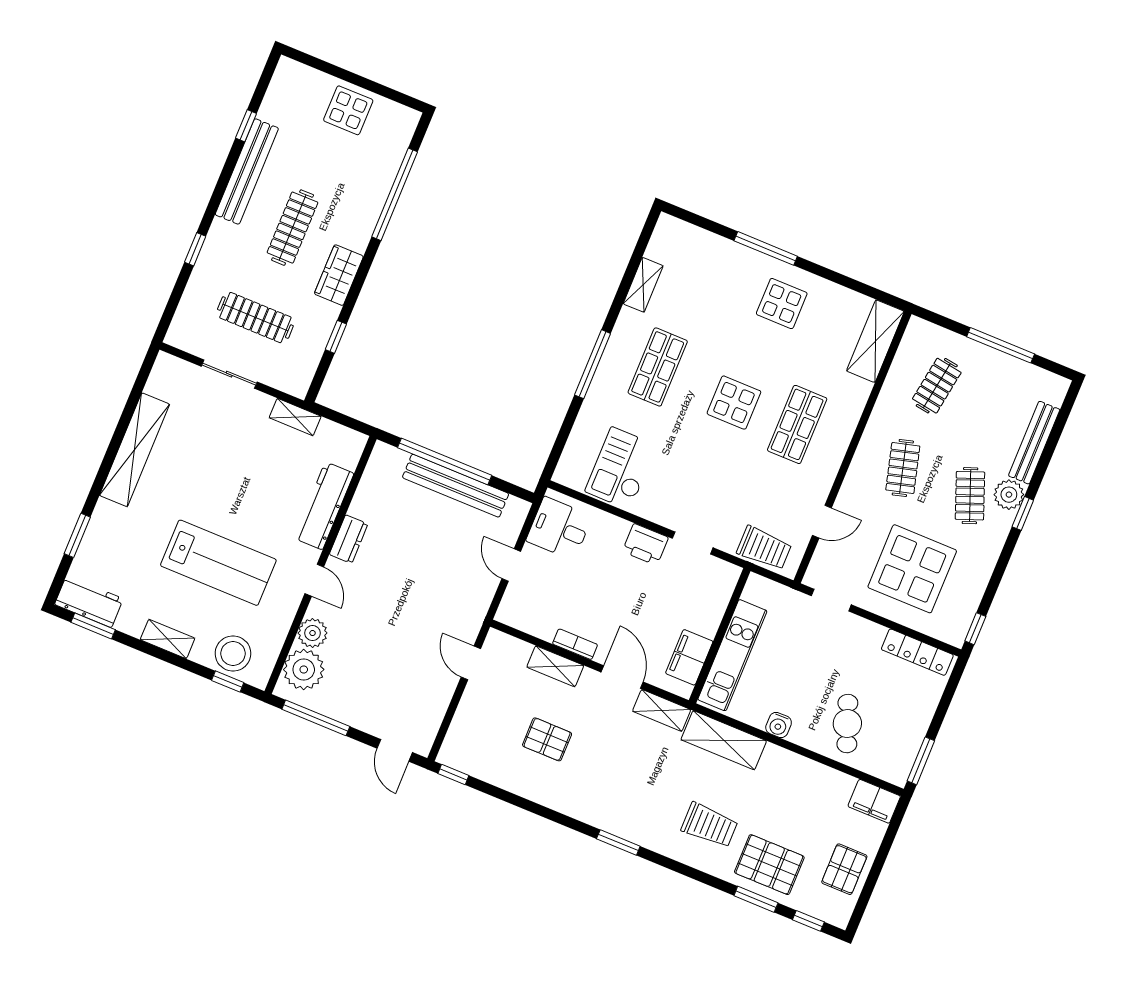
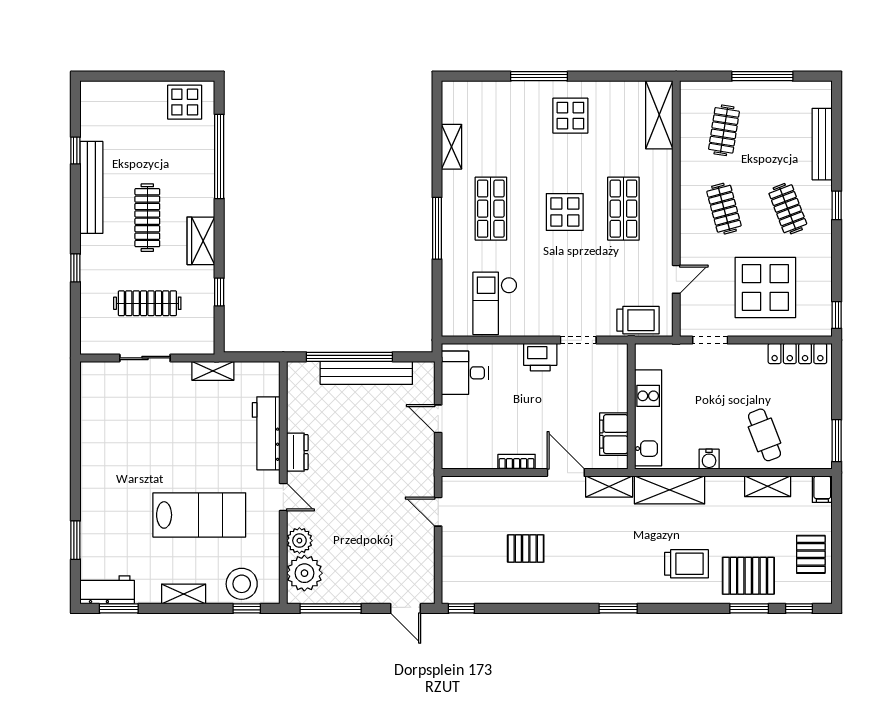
display table: (348, 110) -> (185, 102), moved
shelving: (134, 450) -> (93, 451), removed
plant: (1009, 495) -> (819, 195), removed
shelving: (555, 666) -> (768, 486), moved
filing cabinet: (874, 801) -> (822, 489), width x0.50

